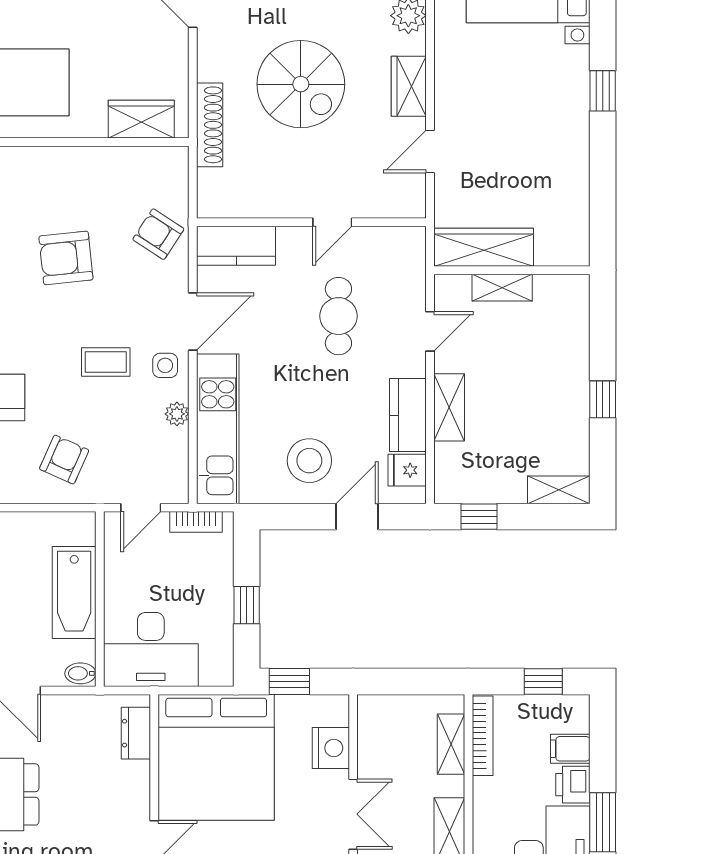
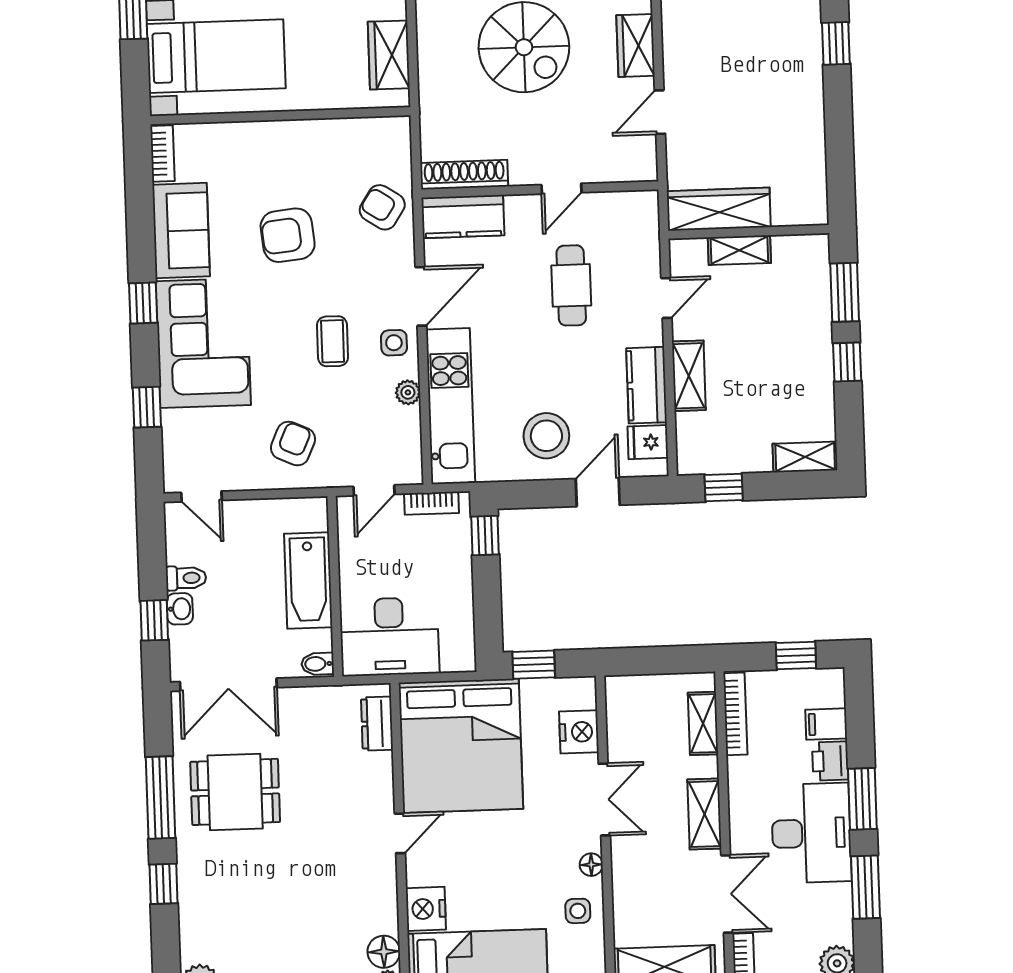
wardrobe: (141, 119) -> (389, 55), moved, turned -90
shoe rack: (210, 125) -> (464, 175), moved, turned -90
window: (603, 332) -> (845, 292), added
coffee table: (106, 362) -> (333, 341), turned 90
window: (247, 605) -> (485, 536), moved

